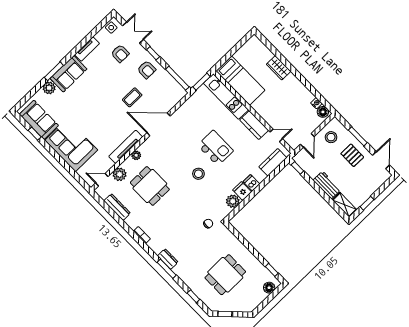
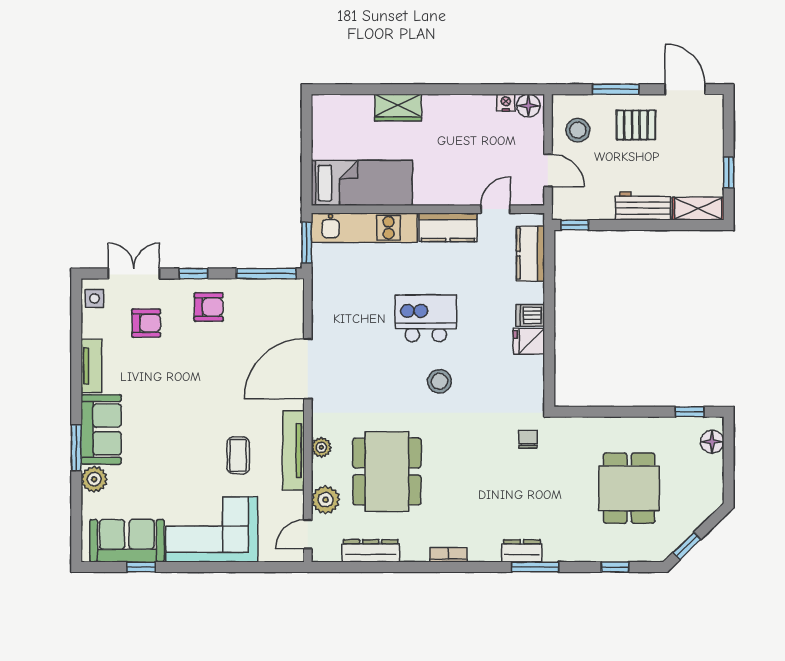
coffee table: (132, 97) -> (238, 455), moved
dining table: (150, 186) -> (387, 471), width x1.37
plant: (233, 201) -> (530, 370), removed

